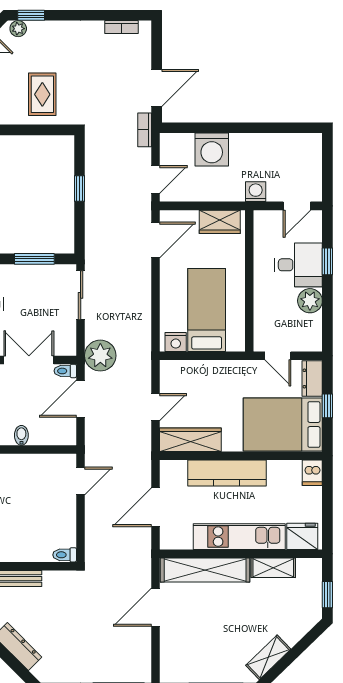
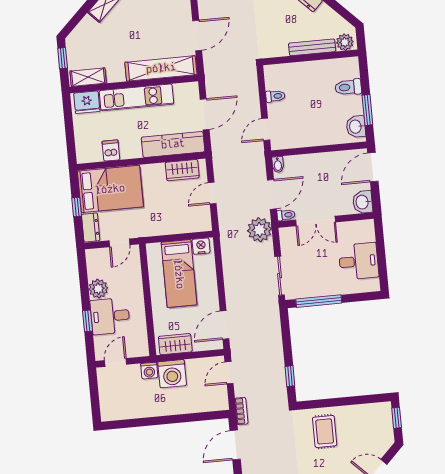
washing machine: (212, 150) -> (172, 374), moved, turned 180
window: (80, 189) -> (290, 376), moved
window: (34, 259) -> (319, 301), width x1.44
door: (278, 356) -> (119, 243), swing flipped
bidet: (21, 435) -> (278, 165), moved
wardrobe: (190, 440) -> (182, 170), width x0.67
kitchen counter: (227, 473) -> (173, 144), moved
dishwasher: (312, 473) -> (111, 151), moved
toilet: (65, 555) -> (275, 96), moved
shelving: (273, 568) -> (88, 77), moved

